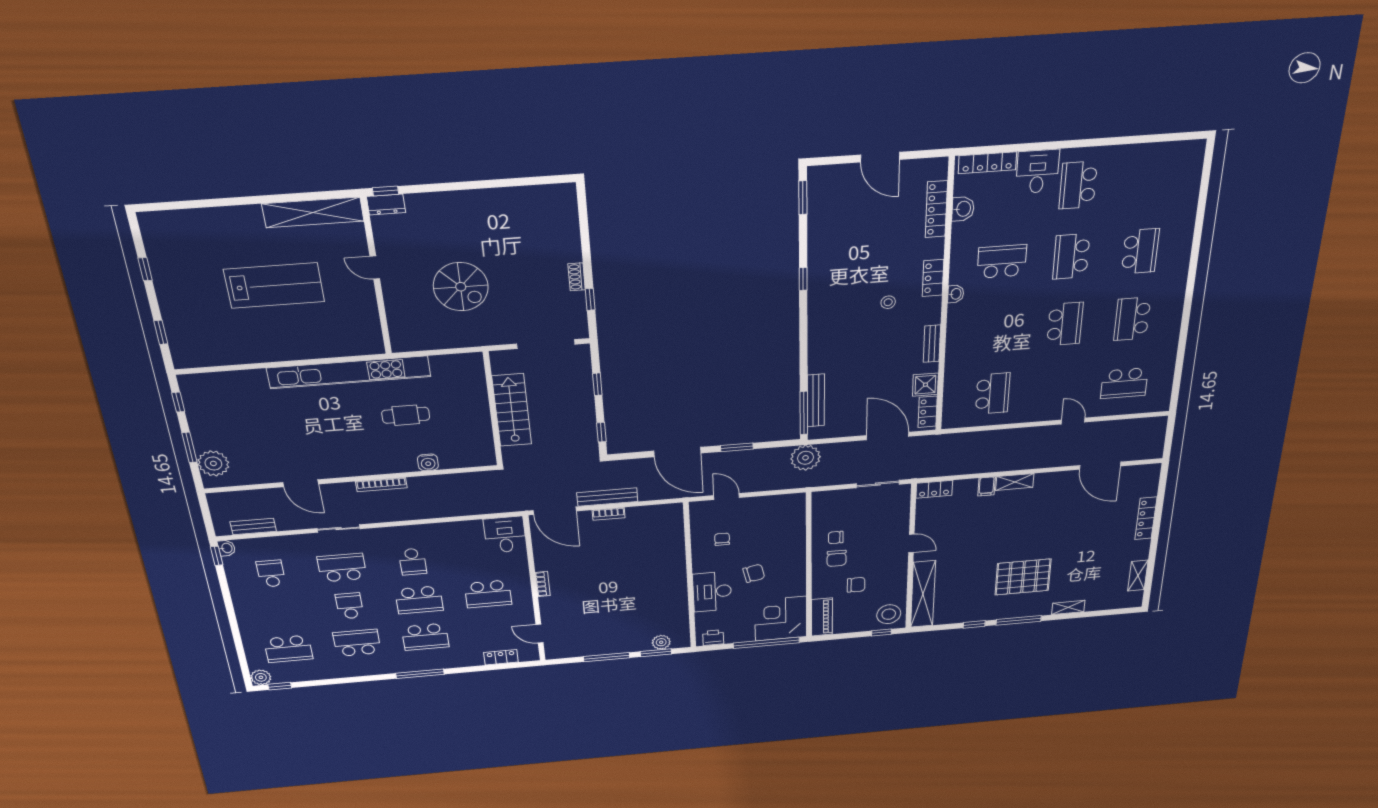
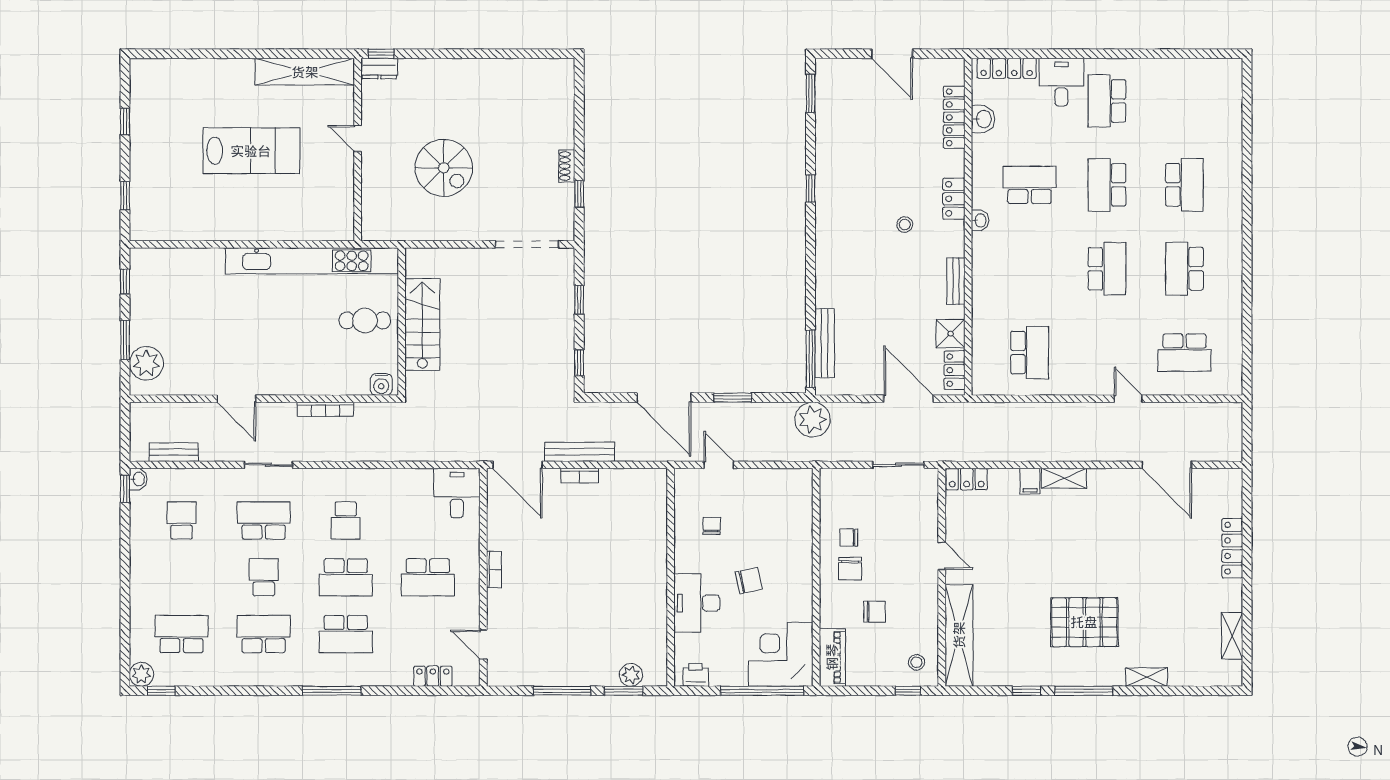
wall: (493, 409) -> (402, 322), moved
stairs: (512, 410) -> (422, 325), moved
stool: (889, 614) -> (916, 662), width x0.53, depth x0.53
school desk: (288, 649) -> (182, 634), turned 180

